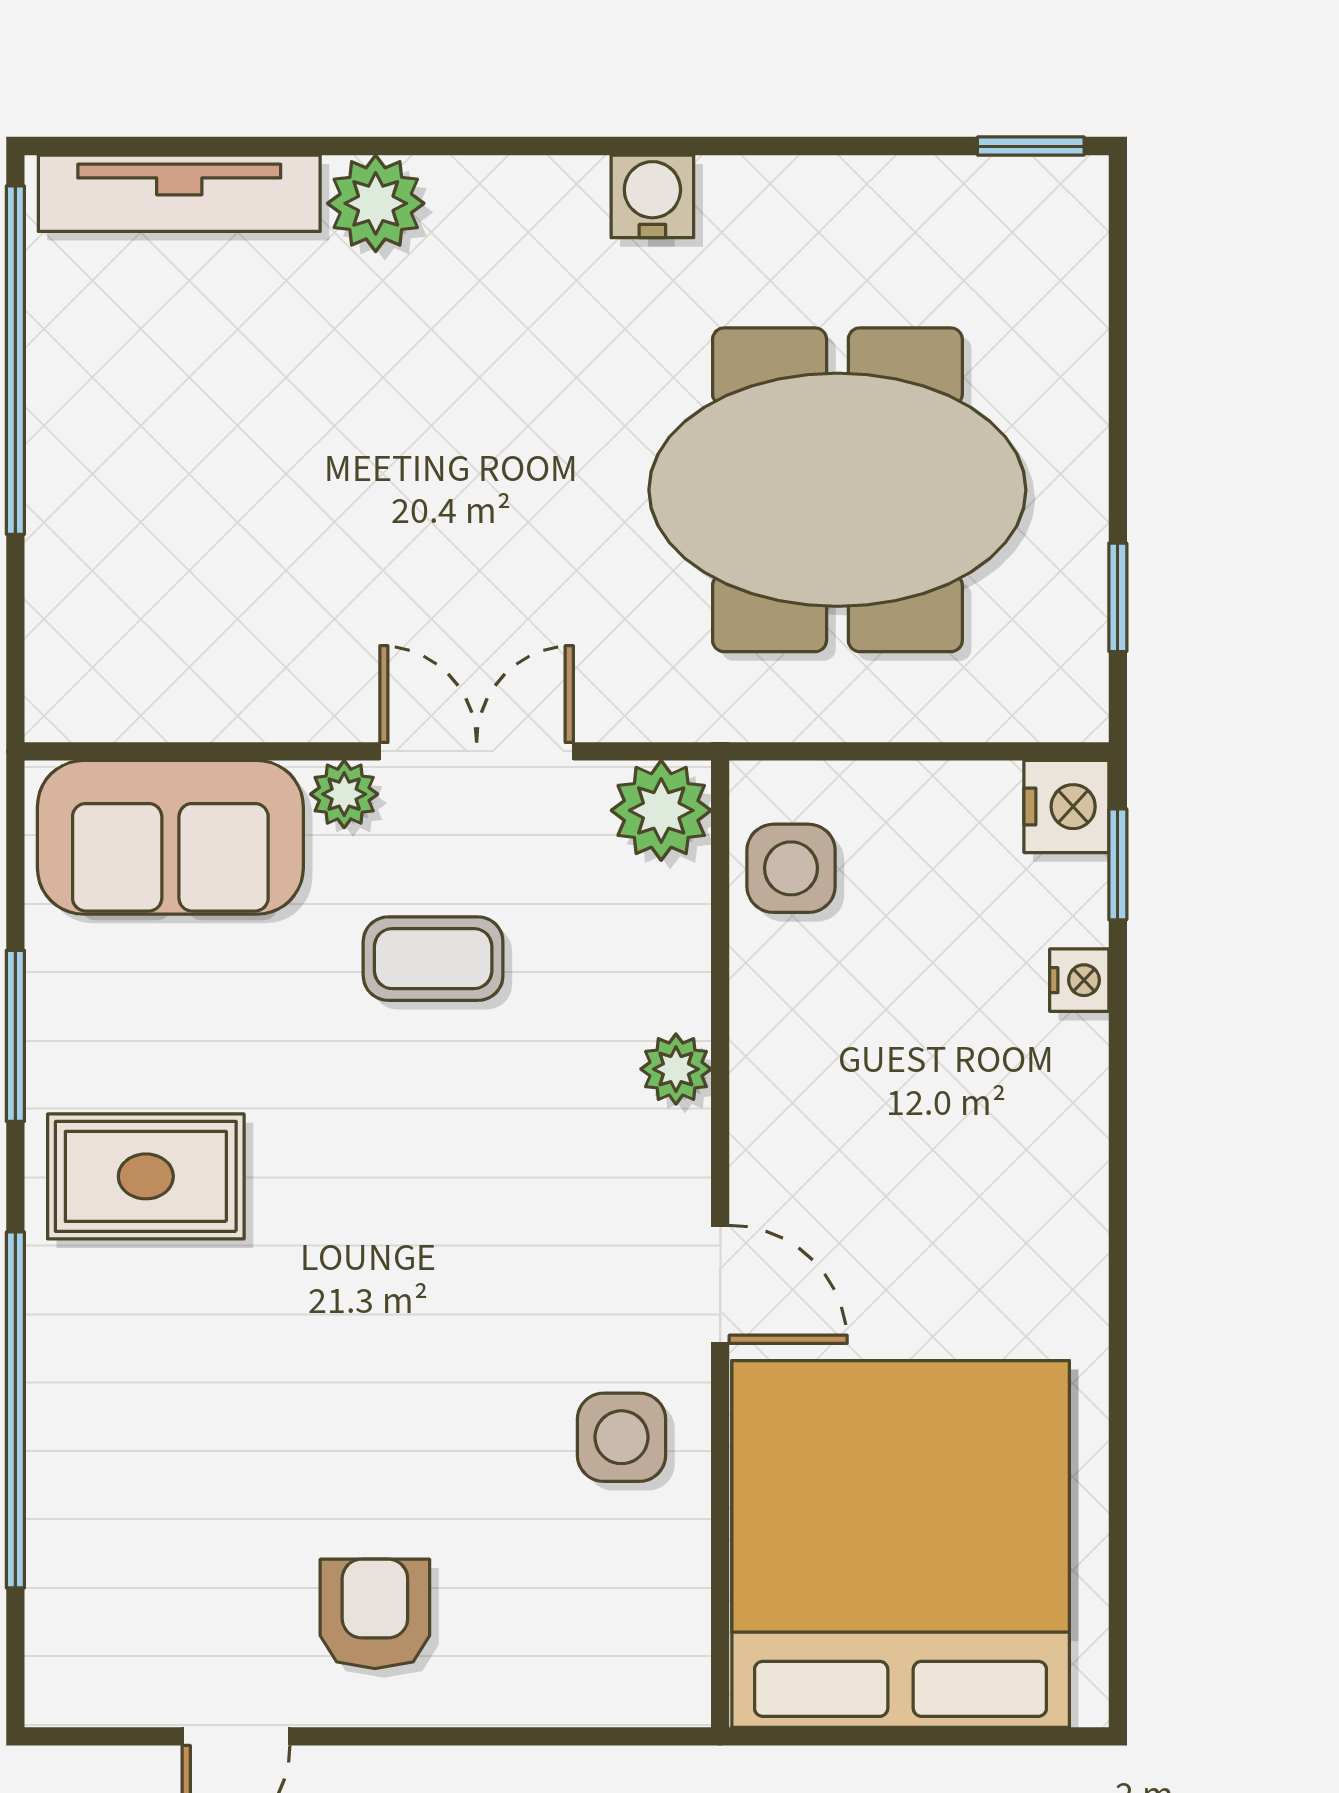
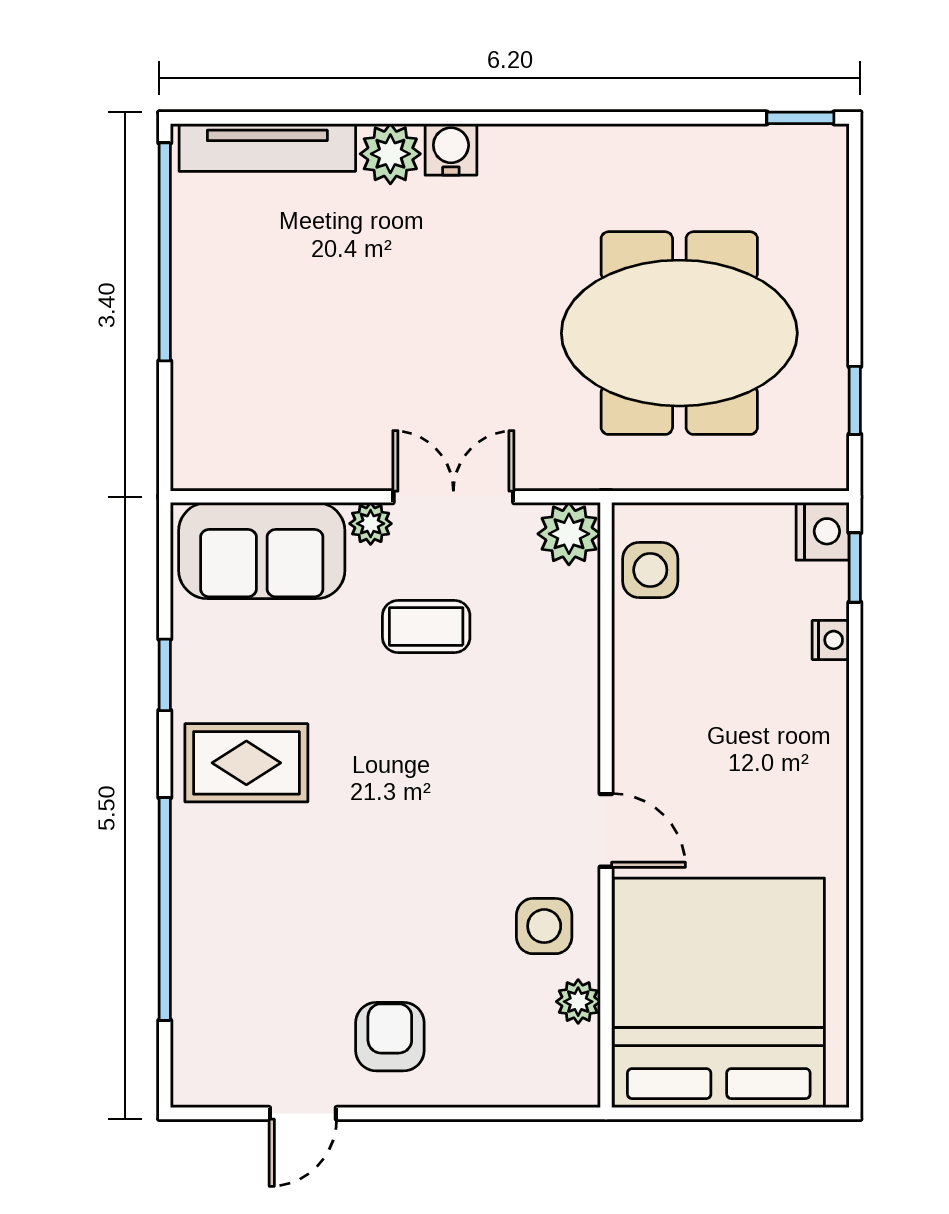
water cooler: (652, 196) -> (451, 149), moved
window: (15, 1036) -> (165, 675), width x0.67
plant: (676, 1069) -> (578, 1002), moved

